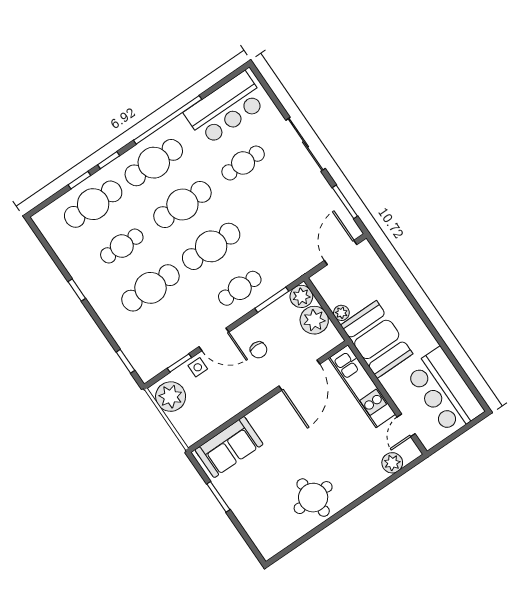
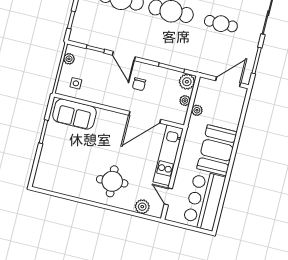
cafe table: (240, 288) -> (221, 24), moved
plant: (314, 320) -> (185, 101), width x0.53, depth x0.53
booth: (377, 339) -> (217, 150), moved
side table: (198, 367) -> (76, 83), moved
plant: (171, 397) -> (69, 59), width x0.53, depth x0.53
door: (406, 425) -> (168, 196), hinge flipped
round table: (313, 498) -> (112, 181), moved

